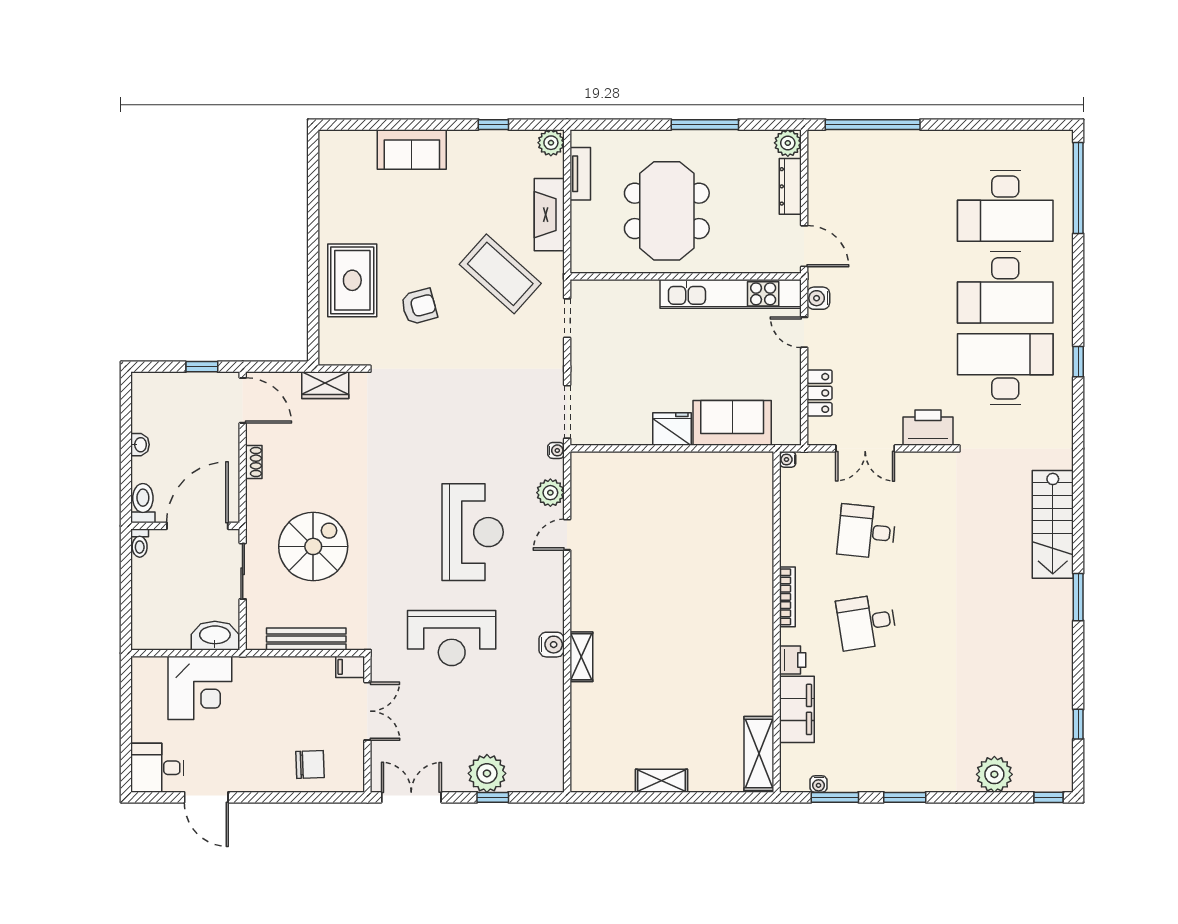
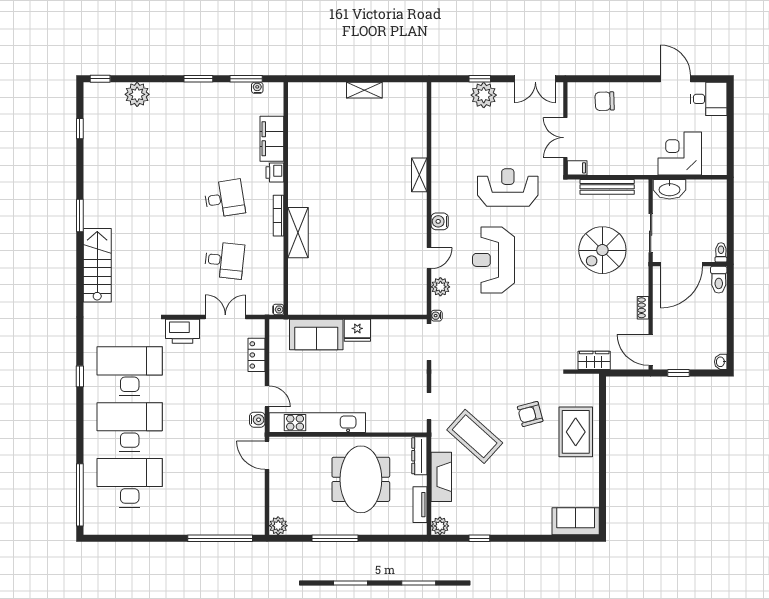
sofa: (412, 149) -> (576, 521), moved
dresser: (790, 186) -> (419, 456), moved, turned 180
desk: (1005, 369) -> (130, 371), turned 180
washbasin: (140, 445) -> (721, 362), moved
water cooler: (552, 645) -> (440, 221), moved
shelving: (759, 754) -> (298, 233), moved

